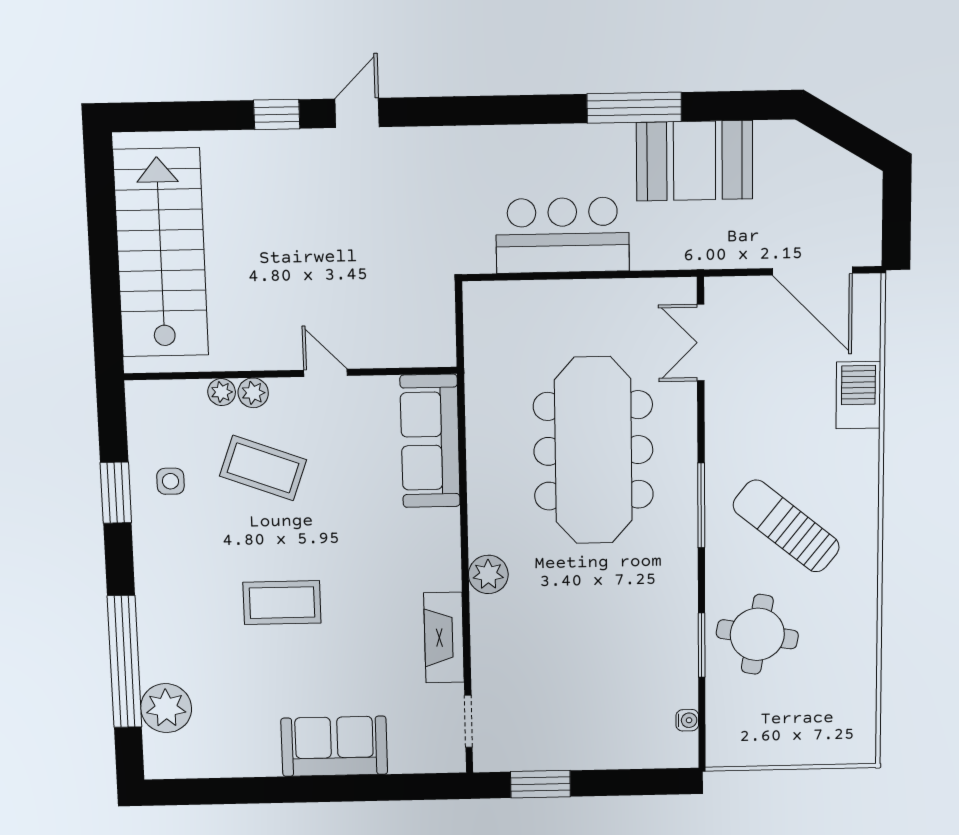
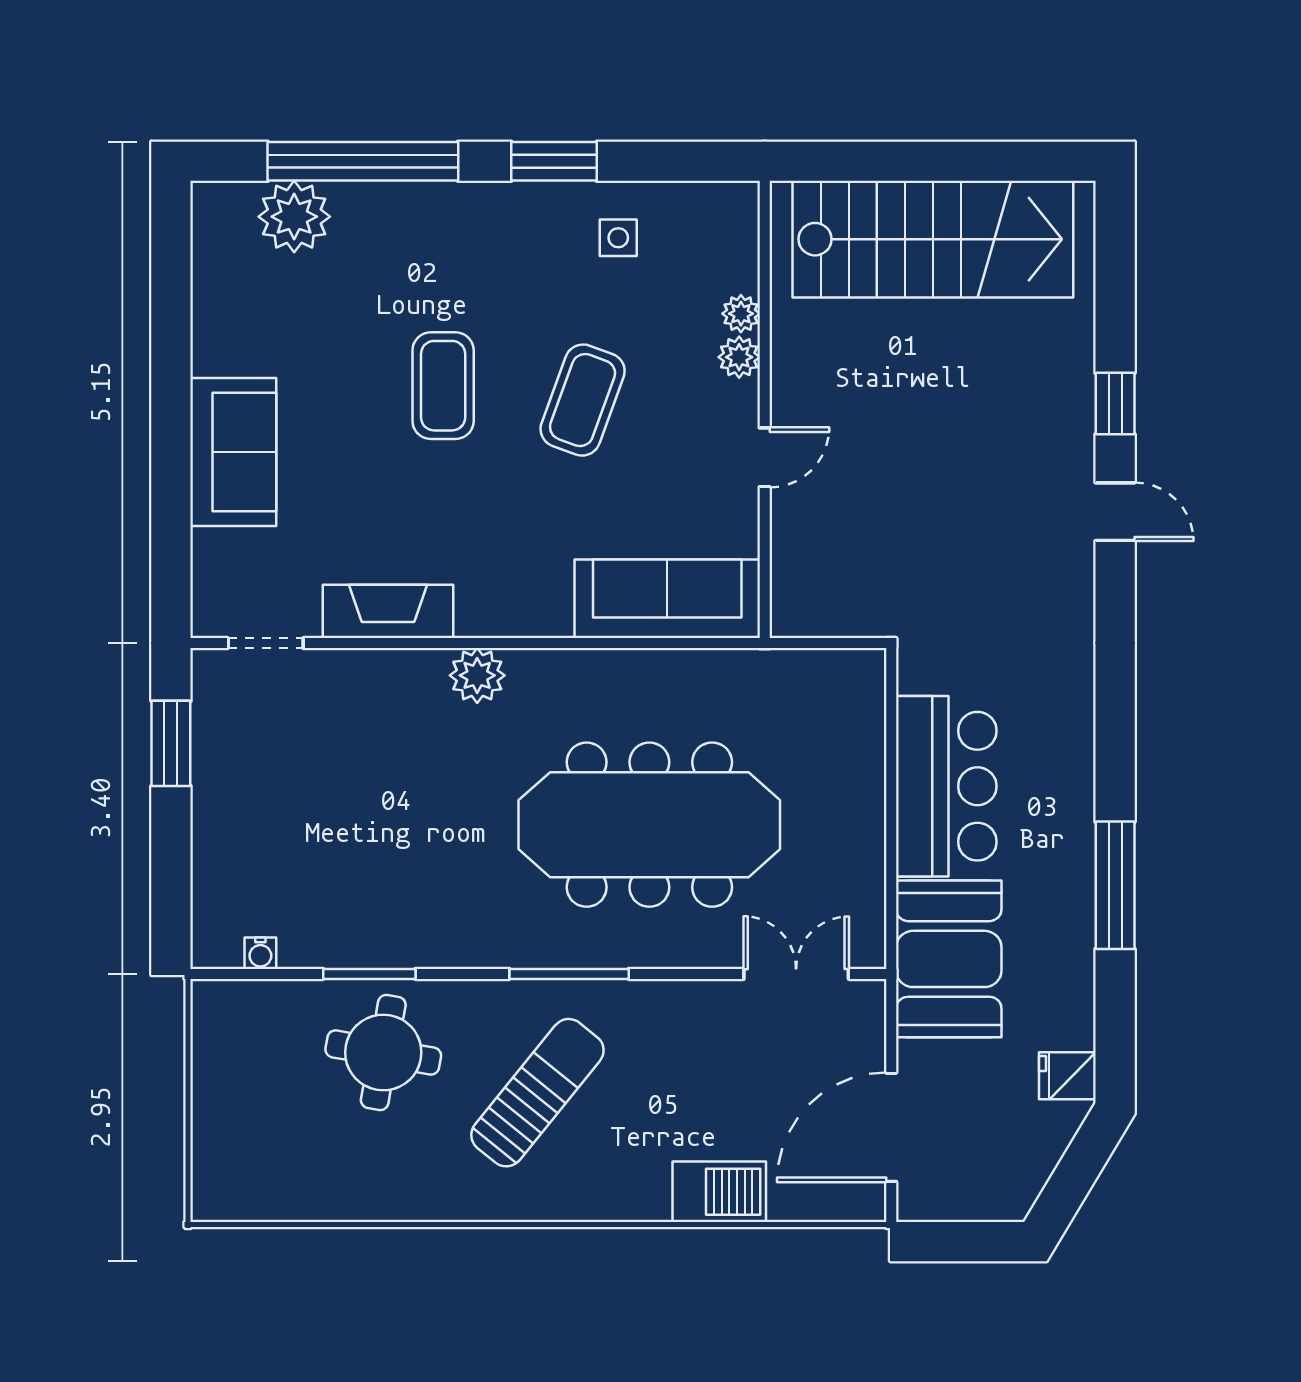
fridge: (775, 141) -> (1067, 1076), added
booth: (695, 161) -> (949, 959), moved
coffee table: (263, 468) -> (583, 400), moved
window: (116, 493) -> (554, 161), moved

